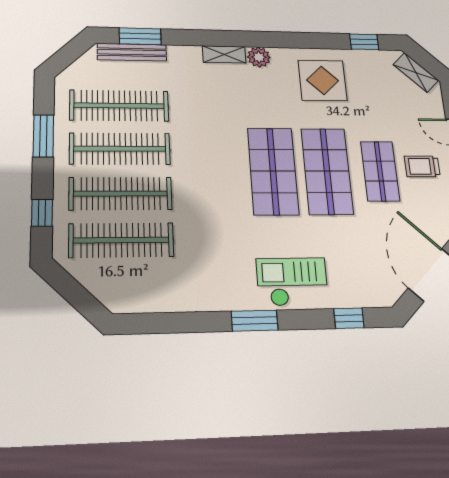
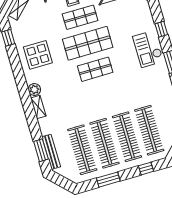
shop shelf: (273, 171) -> (95, 69), width x0.70, depth x0.74
window: (349, 318) -> (161, 29), moved

